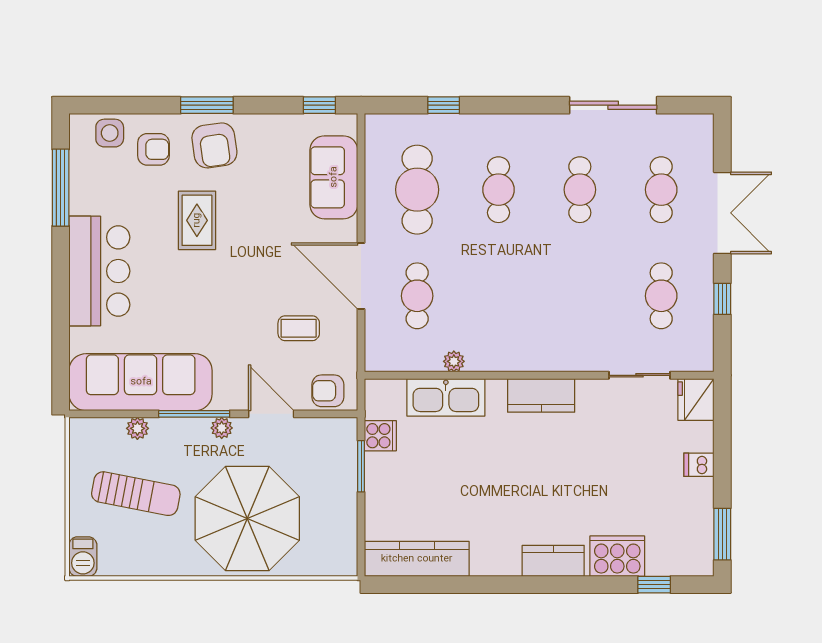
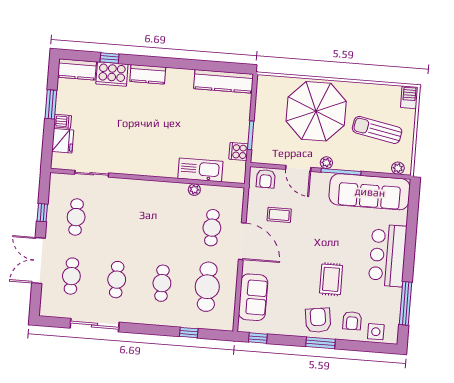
armchair: (153, 149) -> (352, 321), turned -90
armchair: (328, 391) -> (266, 179), turned 90
kitchen counter: (541, 395) -> (77, 69), moved, turned 180
fridge: (696, 399) -> (63, 141), moved
plant: (137, 428) -> (398, 168), moved
window: (722, 534) -> (51, 104), moved
window: (654, 585) -> (110, 58), moved

